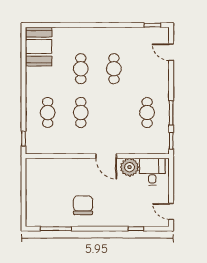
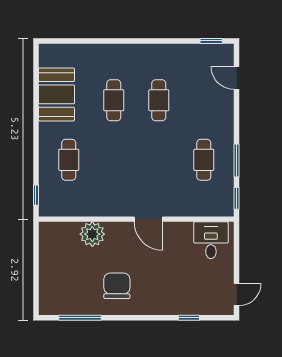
booth: (39, 47) -> (56, 94), moved
cafe table: (81, 113) -> (114, 160), removed
plant: (130, 167) -> (92, 234), moved
door: (171, 212) -> (237, 294), swing flipped

